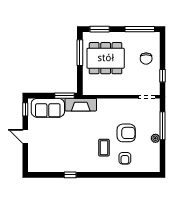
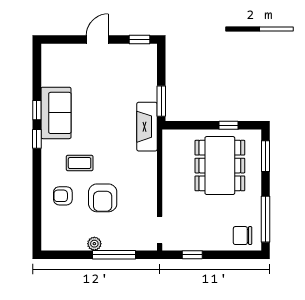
window: (80, 53) -> (229, 125), width x0.46
chair: (146, 59) -> (243, 236), moved
sofa: (48, 108) -> (56, 113), moved, turned 180
window: (89, 175) -> (37, 139), added

